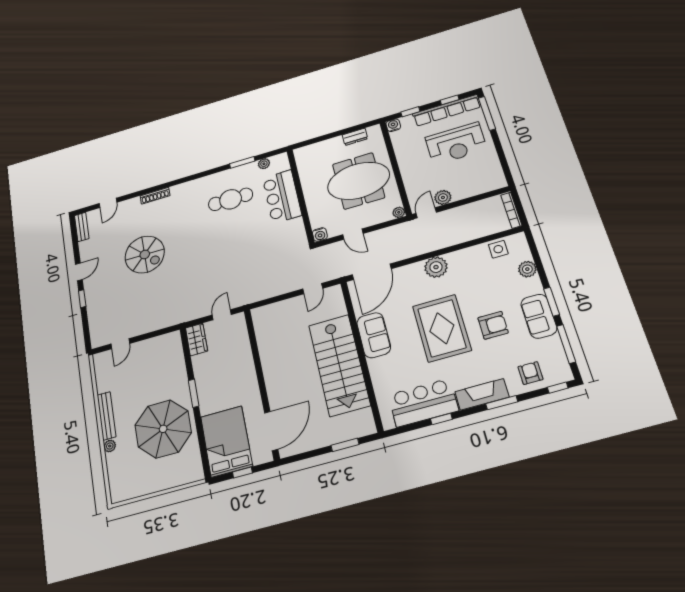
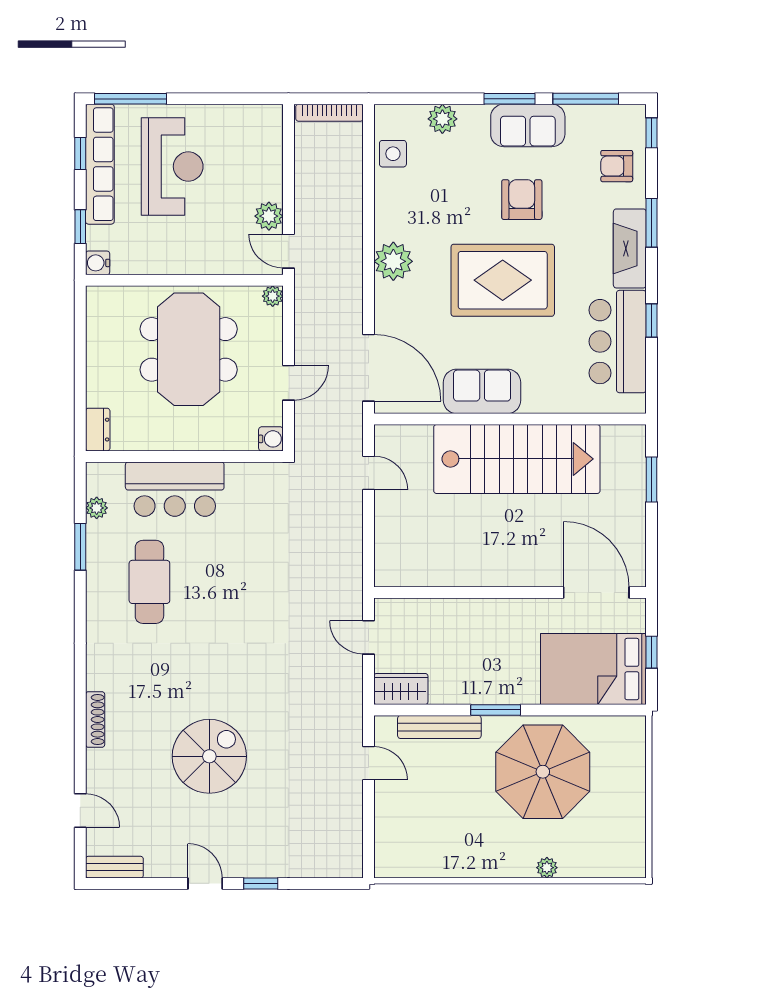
dresser: (355, 137) -> (98, 430), moved
door: (120, 344) -> (369, 763), moved
bench: (106, 416) -> (439, 727), moved

